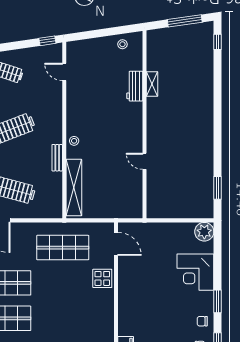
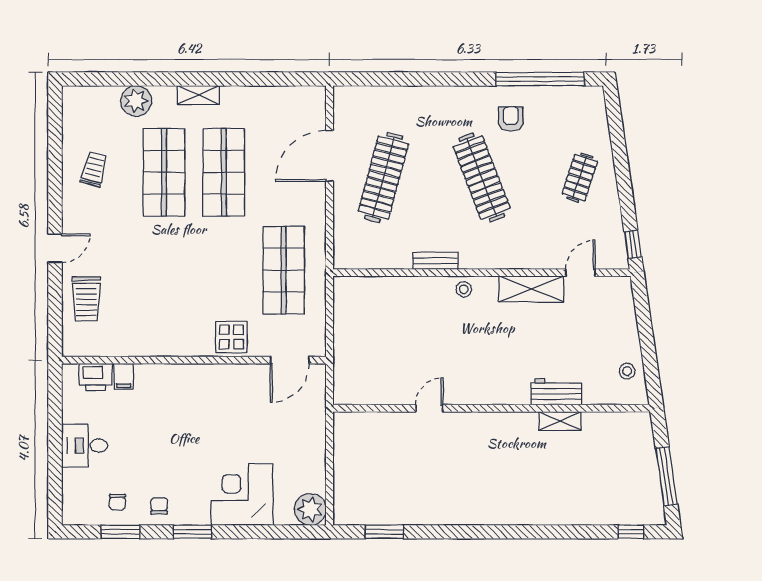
shelving: (74, 188) -> (531, 289), moved, width x0.68

